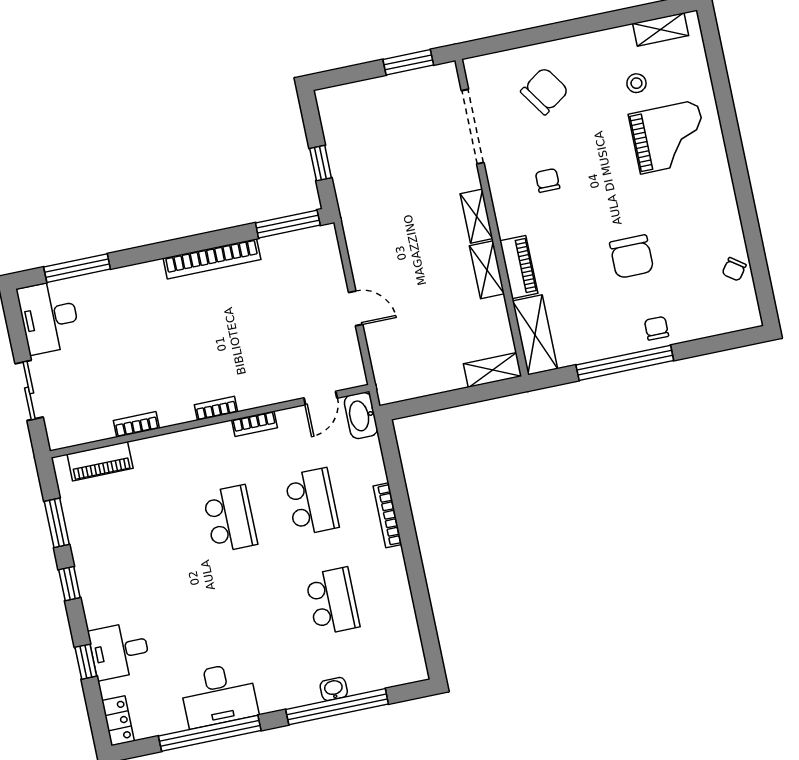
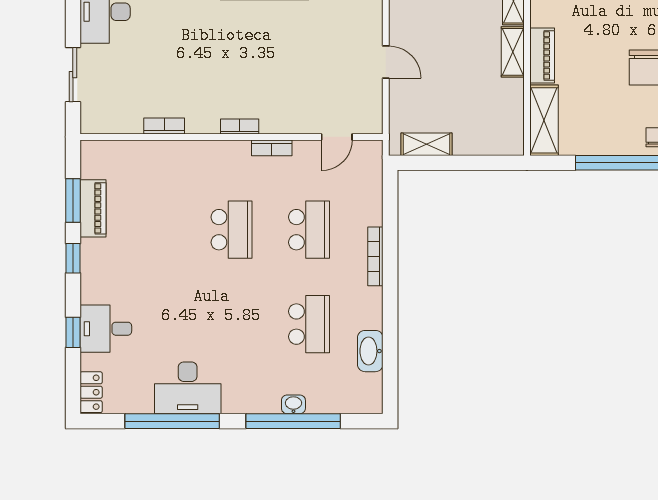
shelving: (493, 370) -> (427, 144), moved
washbasin: (361, 416) -> (370, 351), moved
piano: (100, 461) -> (93, 208), moved, turned -90

